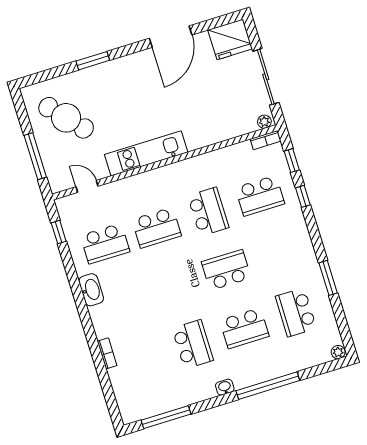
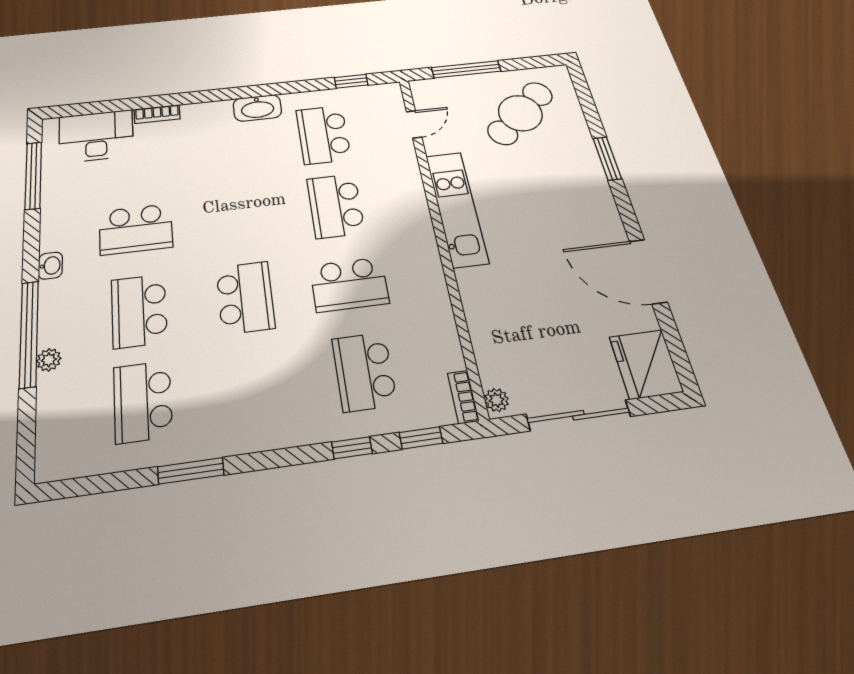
school desk: (296, 312) -> (143, 402), turned -90
plant: (338, 352) -> (49, 360), moved
desk: (131, 387) -> (96, 136), added

